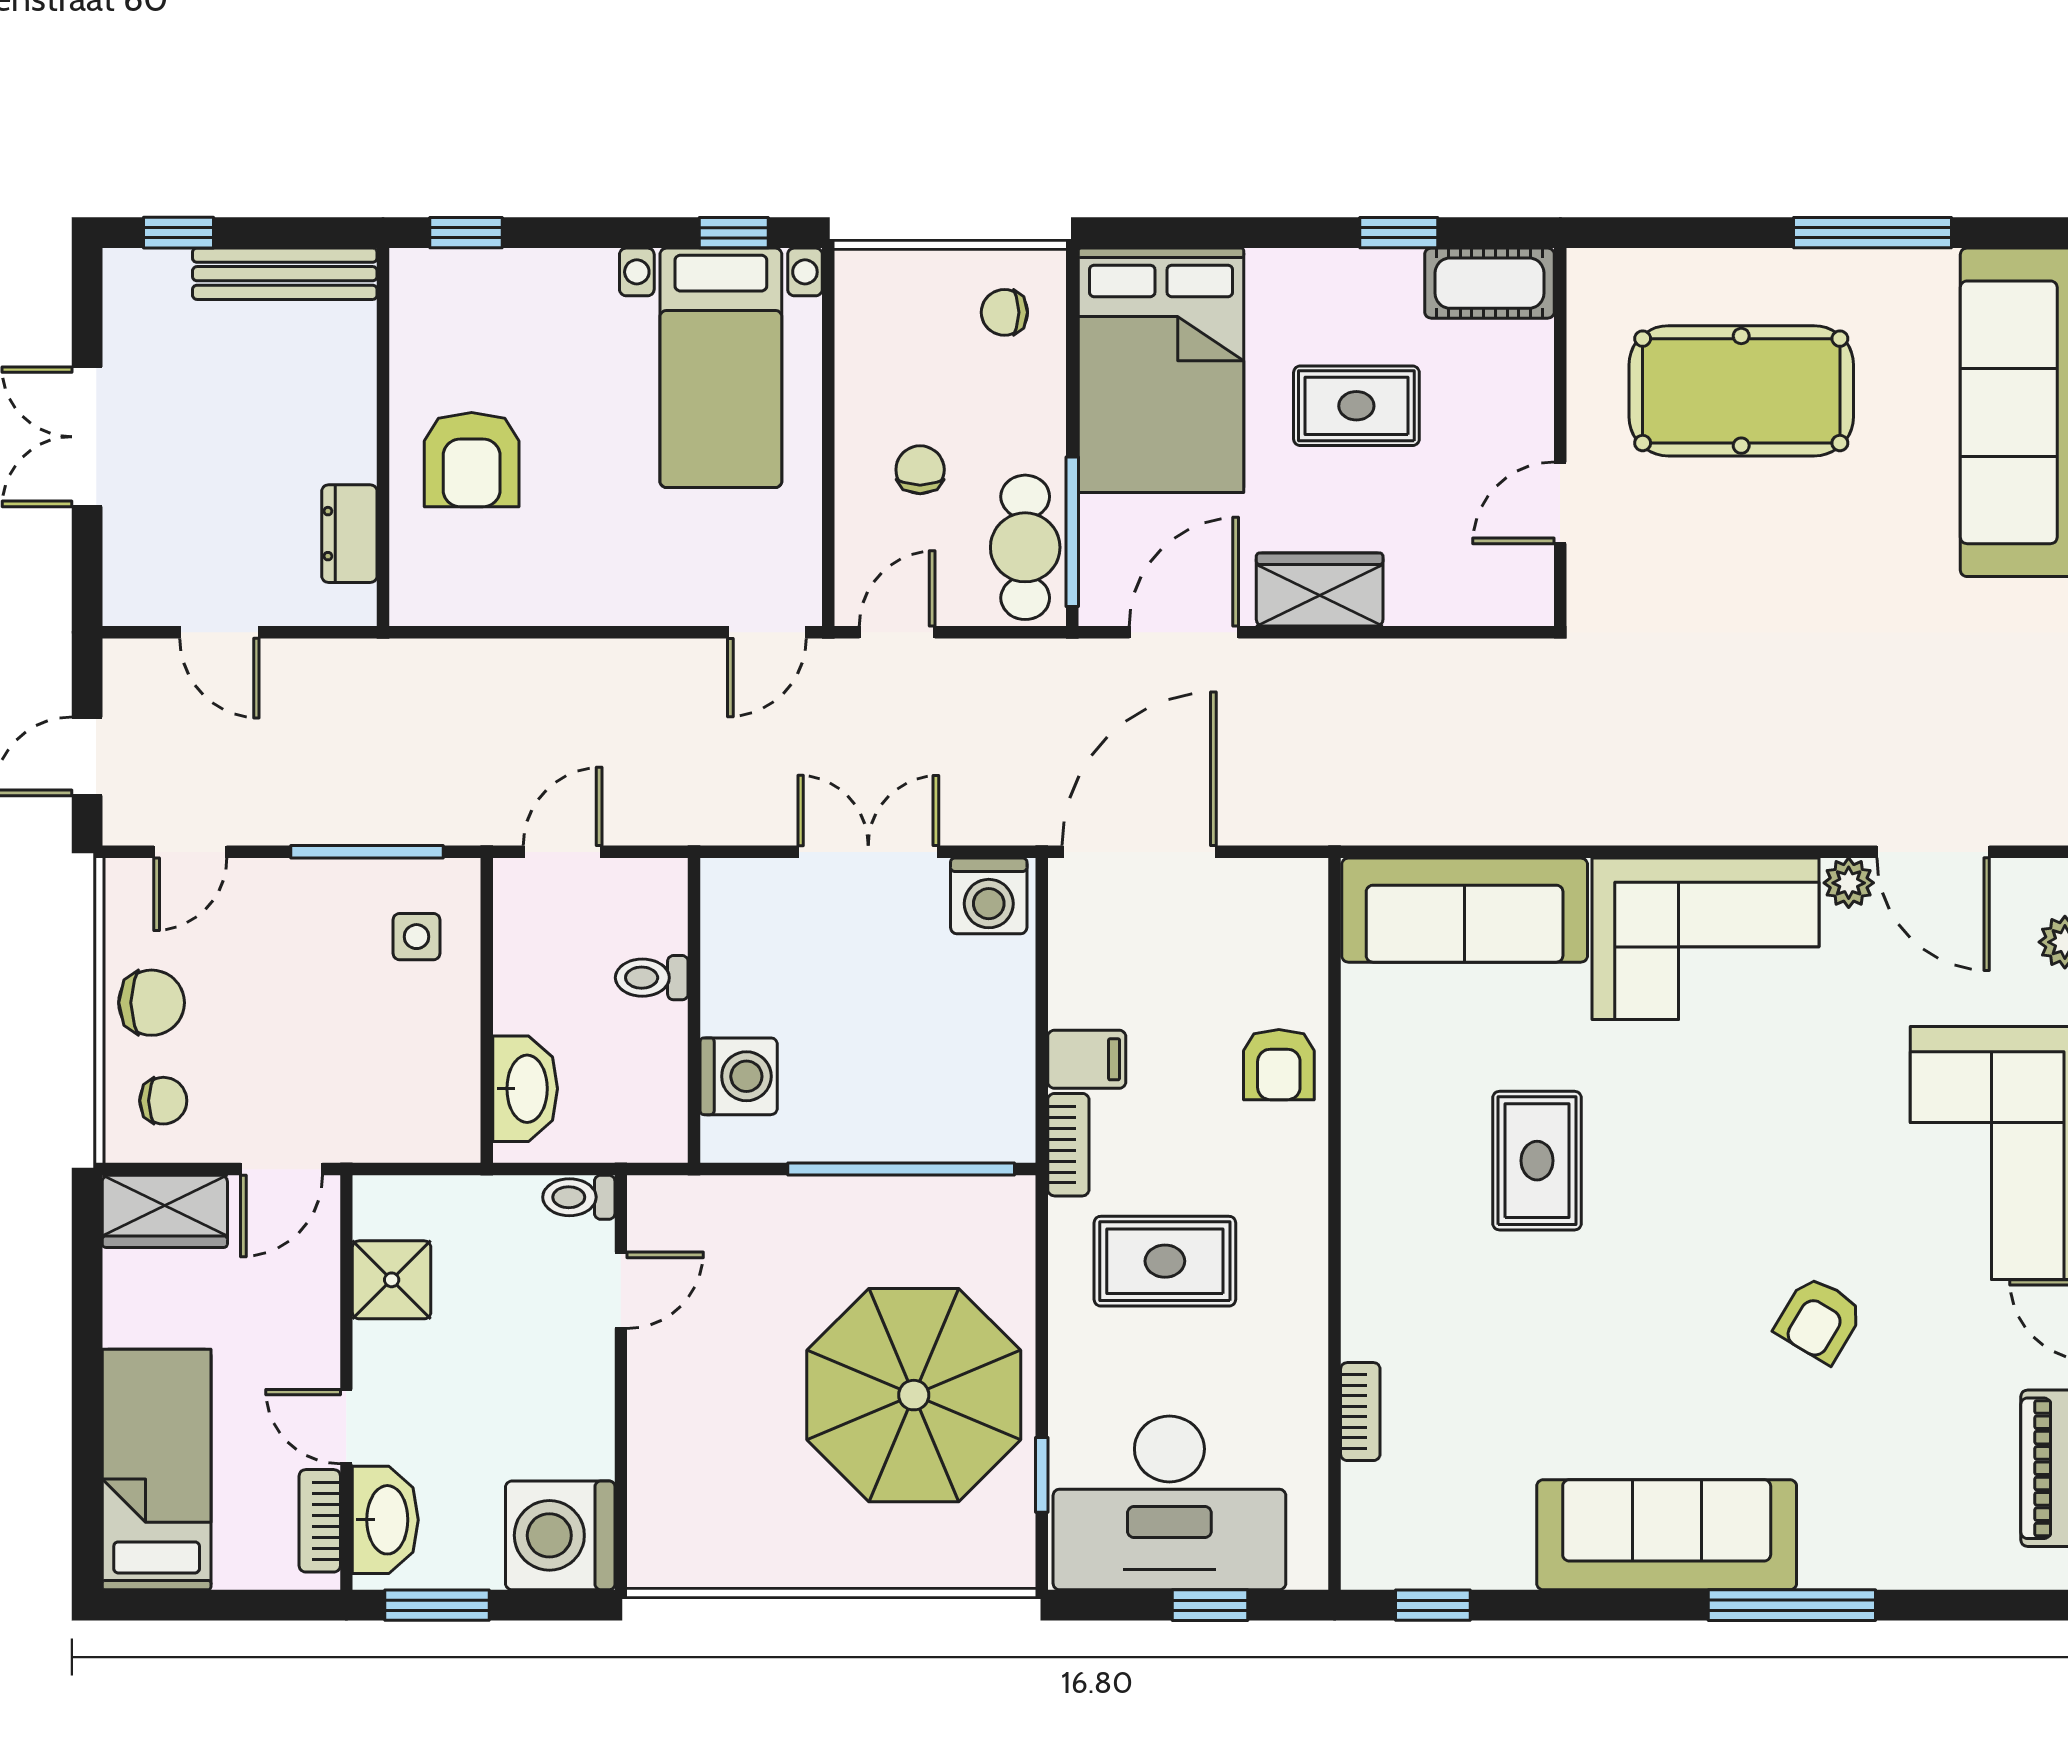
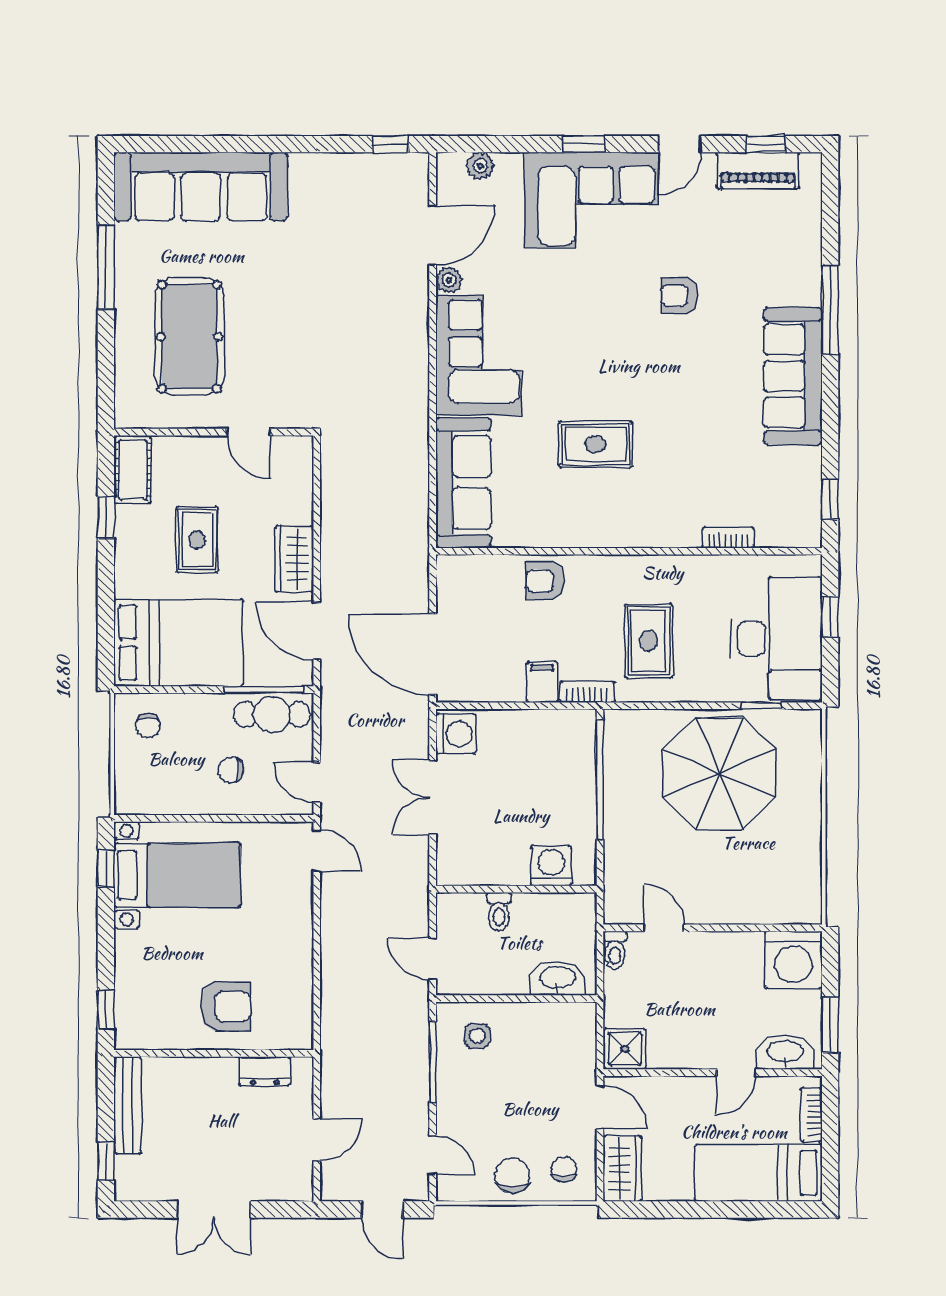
armchair: (1279, 1065) -> (545, 581), turned 180
shower: (392, 1280) -> (625, 1049), moved
armchair: (1819, 1320) -> (679, 296), turned 149
bookcase: (320, 1521) -> (811, 1115), moved, turned 90

